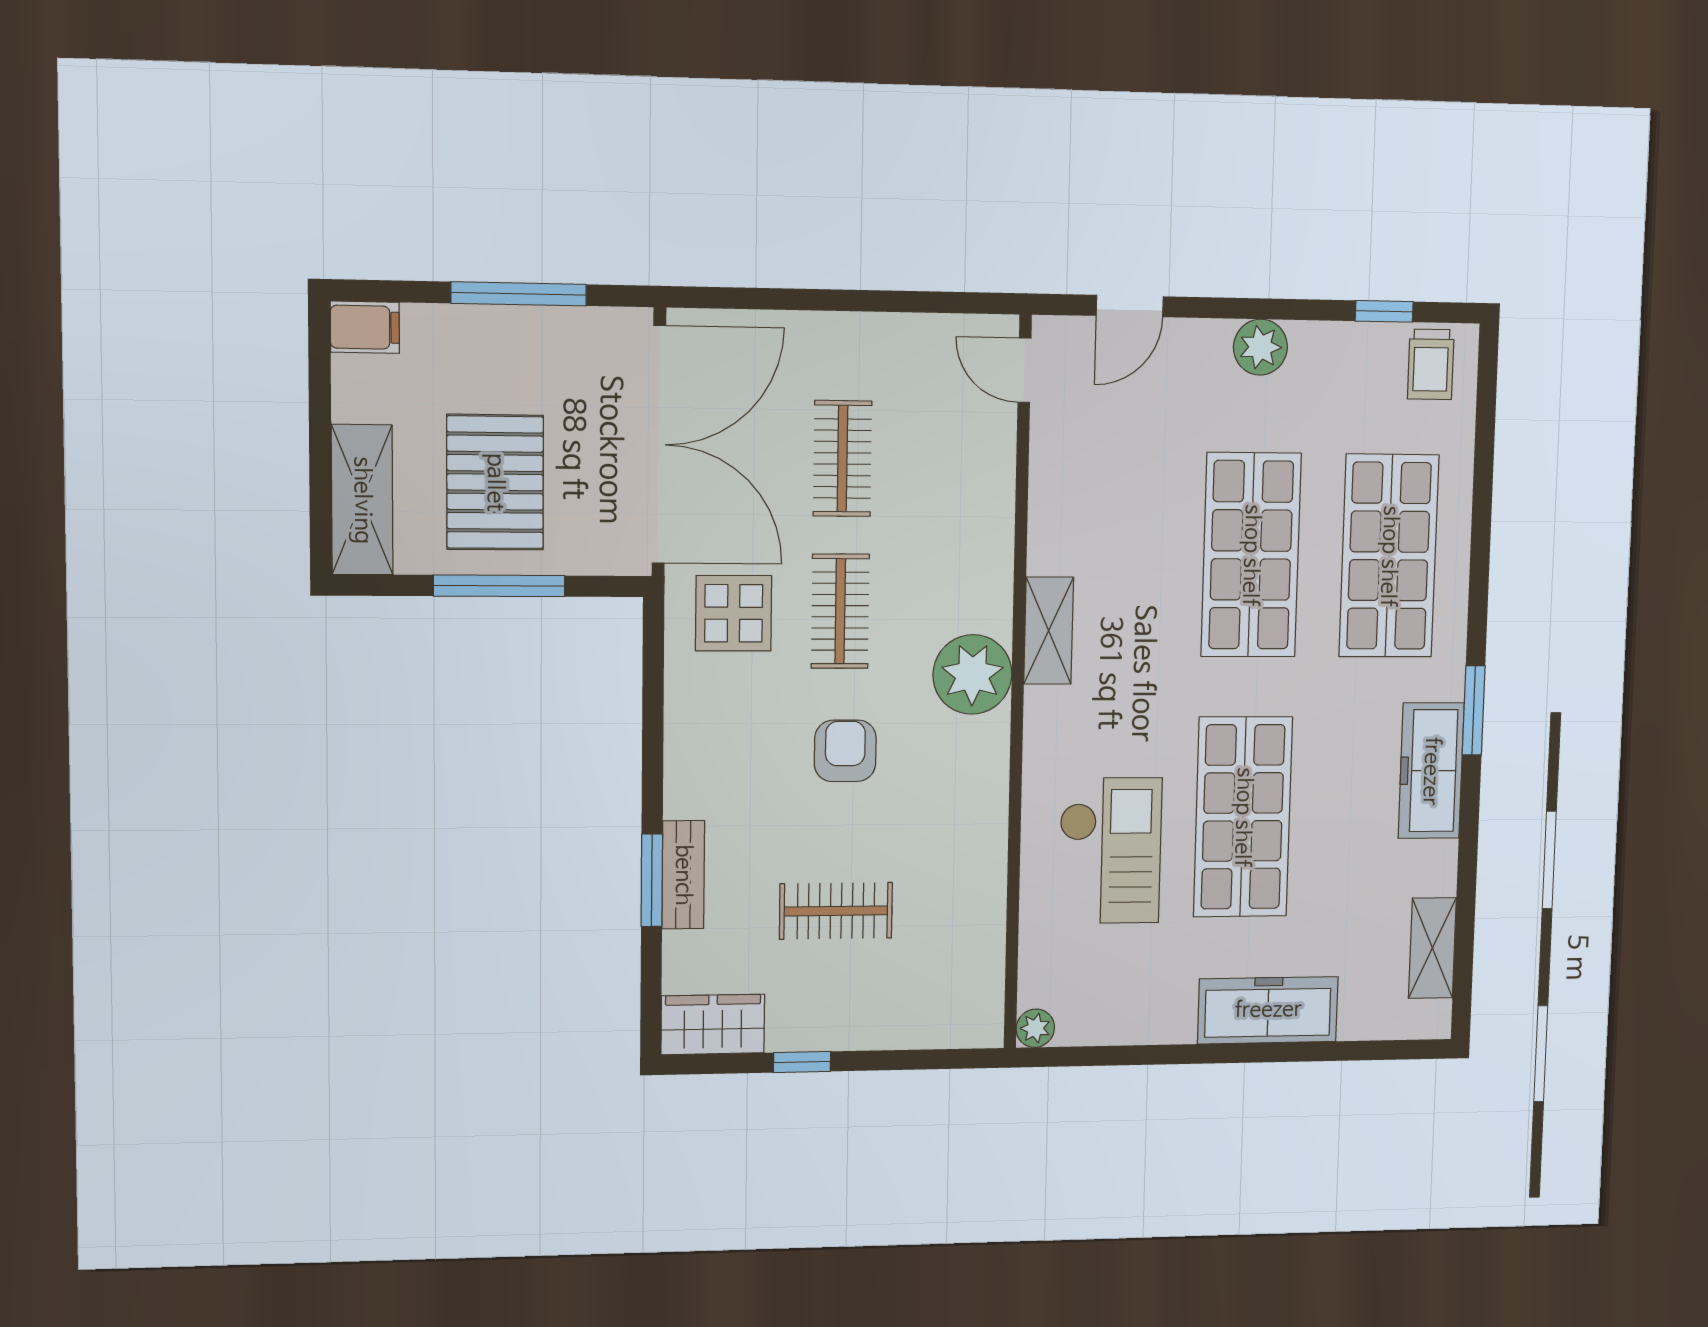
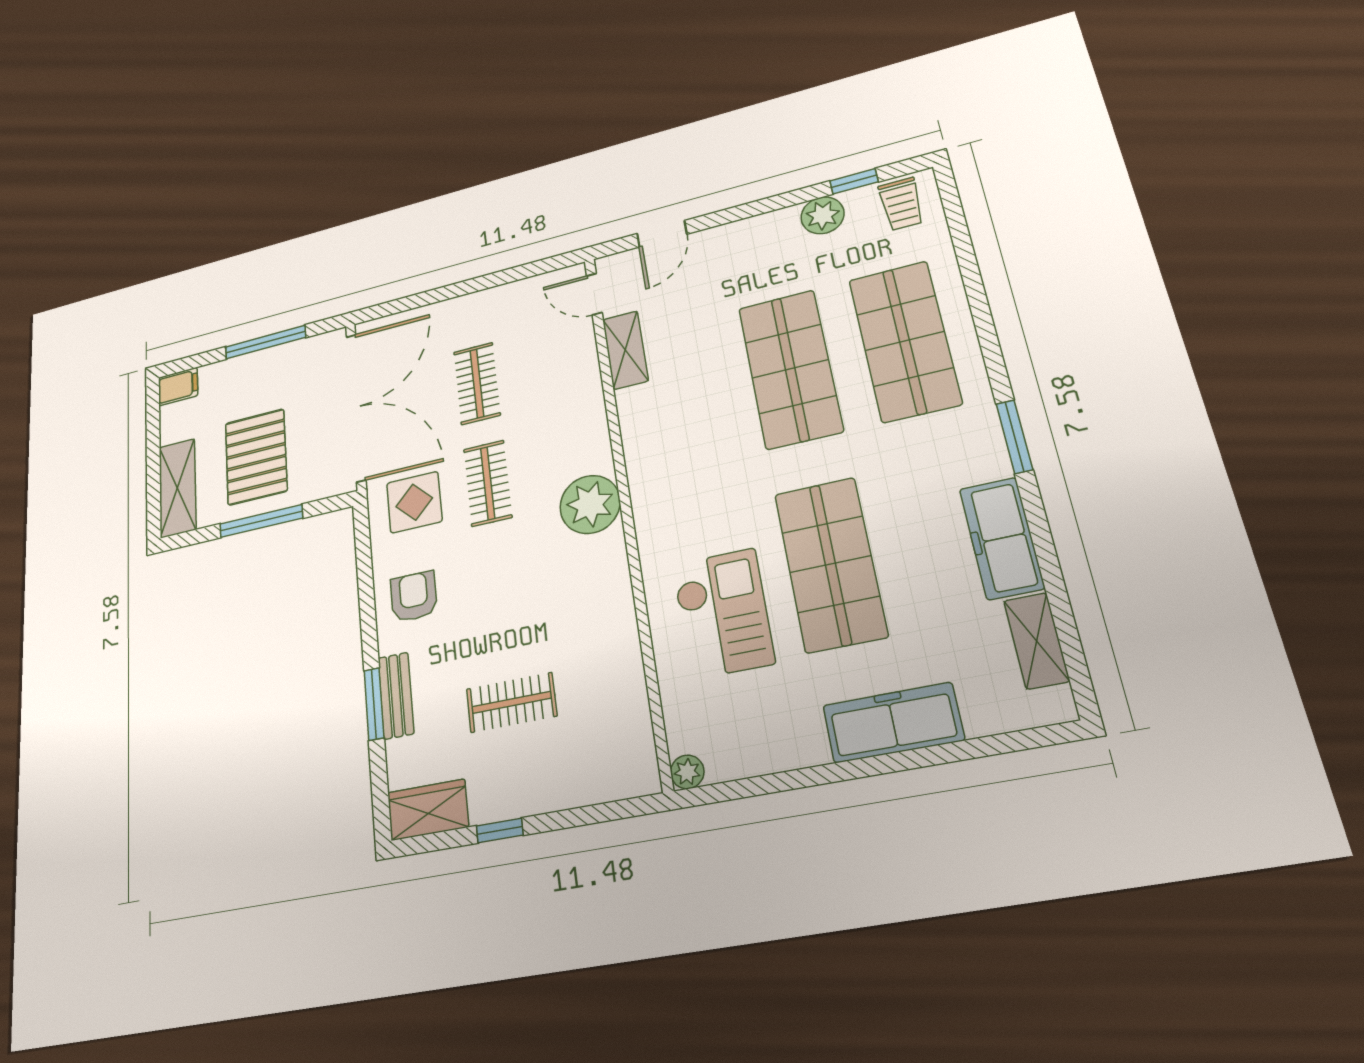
plant: (1260, 347) -> (822, 215), moved
shelving: (1049, 631) -> (625, 350), moved
armchair: (845, 751) -> (414, 597), moved
freezer: (1431, 771) -> (1002, 538), moved

